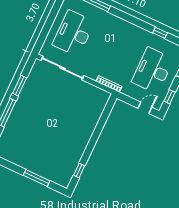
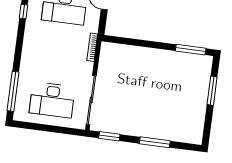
window: (20, 86) -> (109, 136), moved
window: (79, 171) -> (191, 50), width x2.17

